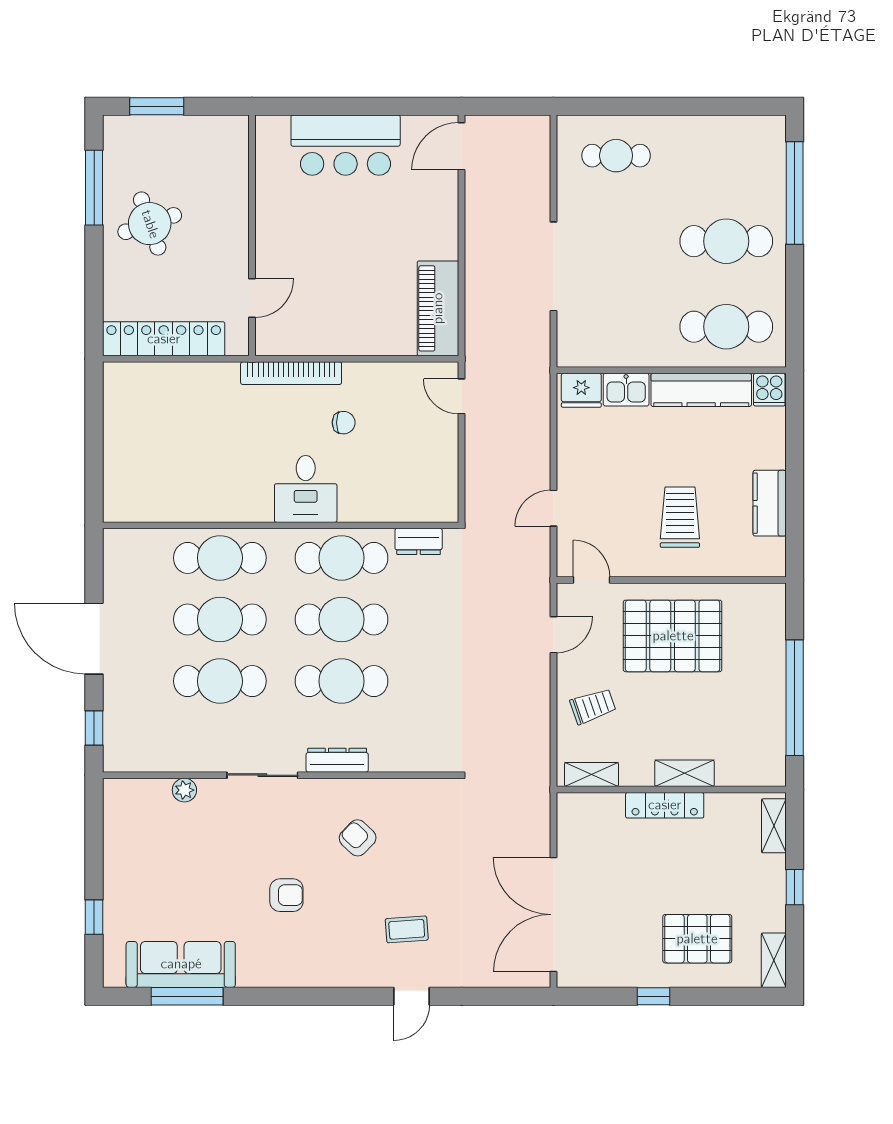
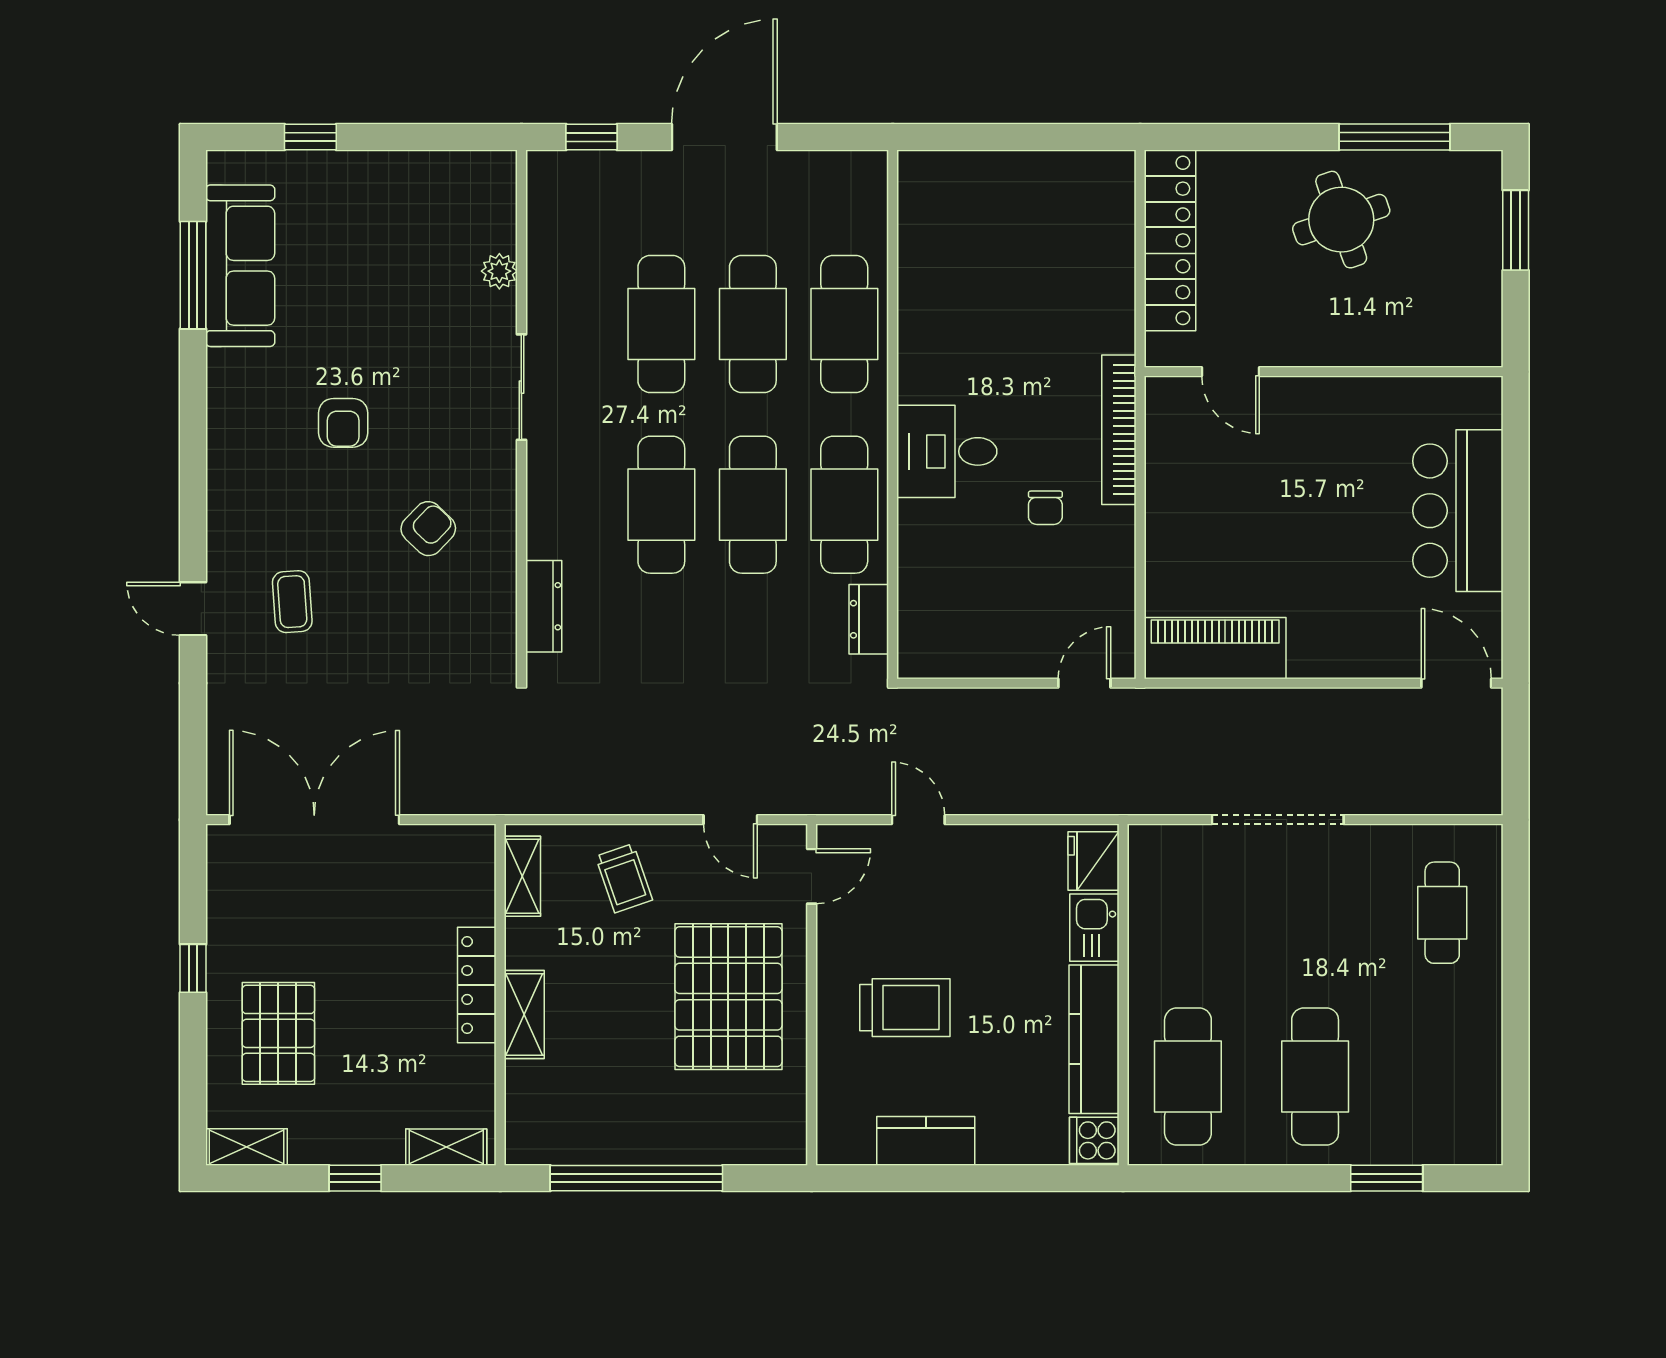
window: (795, 193) -> (1387, 1178), width x0.47
dresser: (337, 760) -> (544, 606), moved

